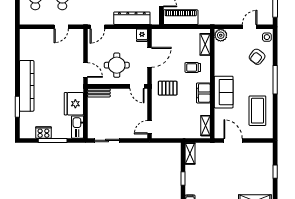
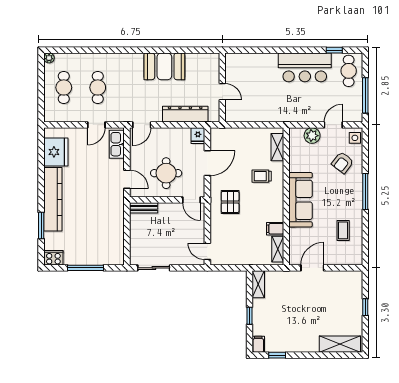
piano: (181, 17) -> (247, 113), removed
plant: (221, 35) -> (312, 136), moved
pallet: (168, 88) -> (230, 202), turned 90
sofa: (224, 92) -> (301, 200), width x1.36
filing cabinet: (203, 93) -> (275, 229), moved, width x0.50
fridge: (74, 104) -> (56, 152), moved, turned 180
coffee table: (257, 111) -> (343, 230), width x0.54, depth x0.58
kitchen sink: (77, 127) -> (117, 144), moved
door: (149, 127) -> (207, 251), hinge flipped
cooker: (43, 132) -> (53, 258), moved
door: (233, 140) -> (312, 268), hinge flipped

